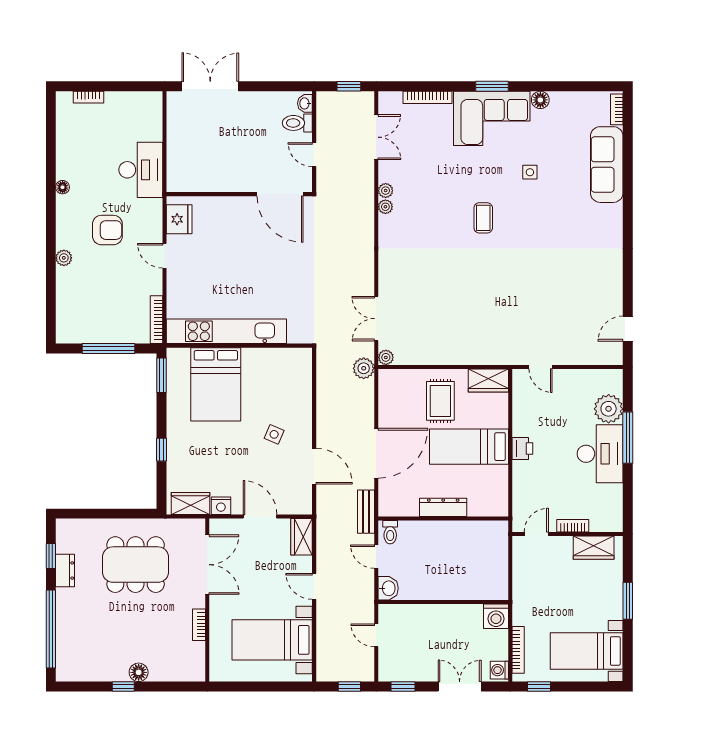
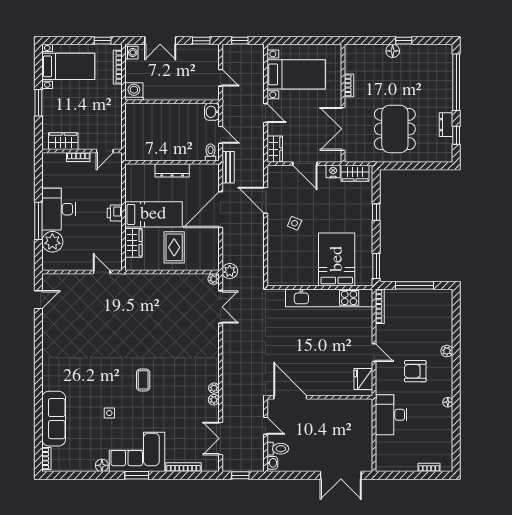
wardrobe: (488, 381) -> (133, 243), moved, turned 90
dining table: (136, 565) -> (395, 129), turned 90

